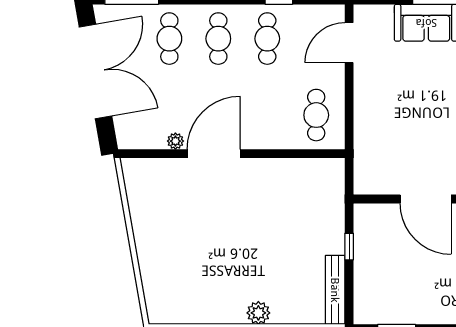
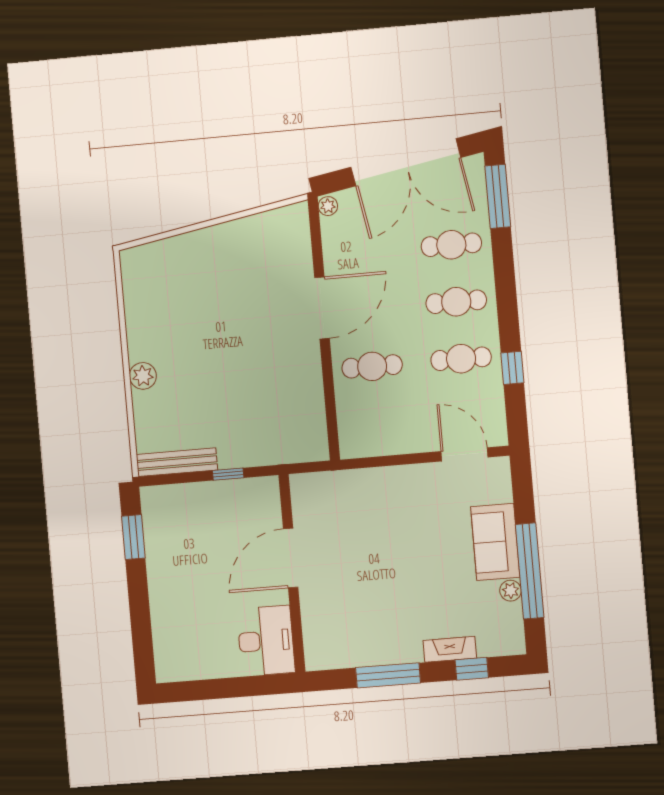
cafe table: (316, 115) -> (372, 366), moved
plant: (175, 141) -> (328, 206), moved
door: (214, 154) -> (322, 308), hinge flipped

